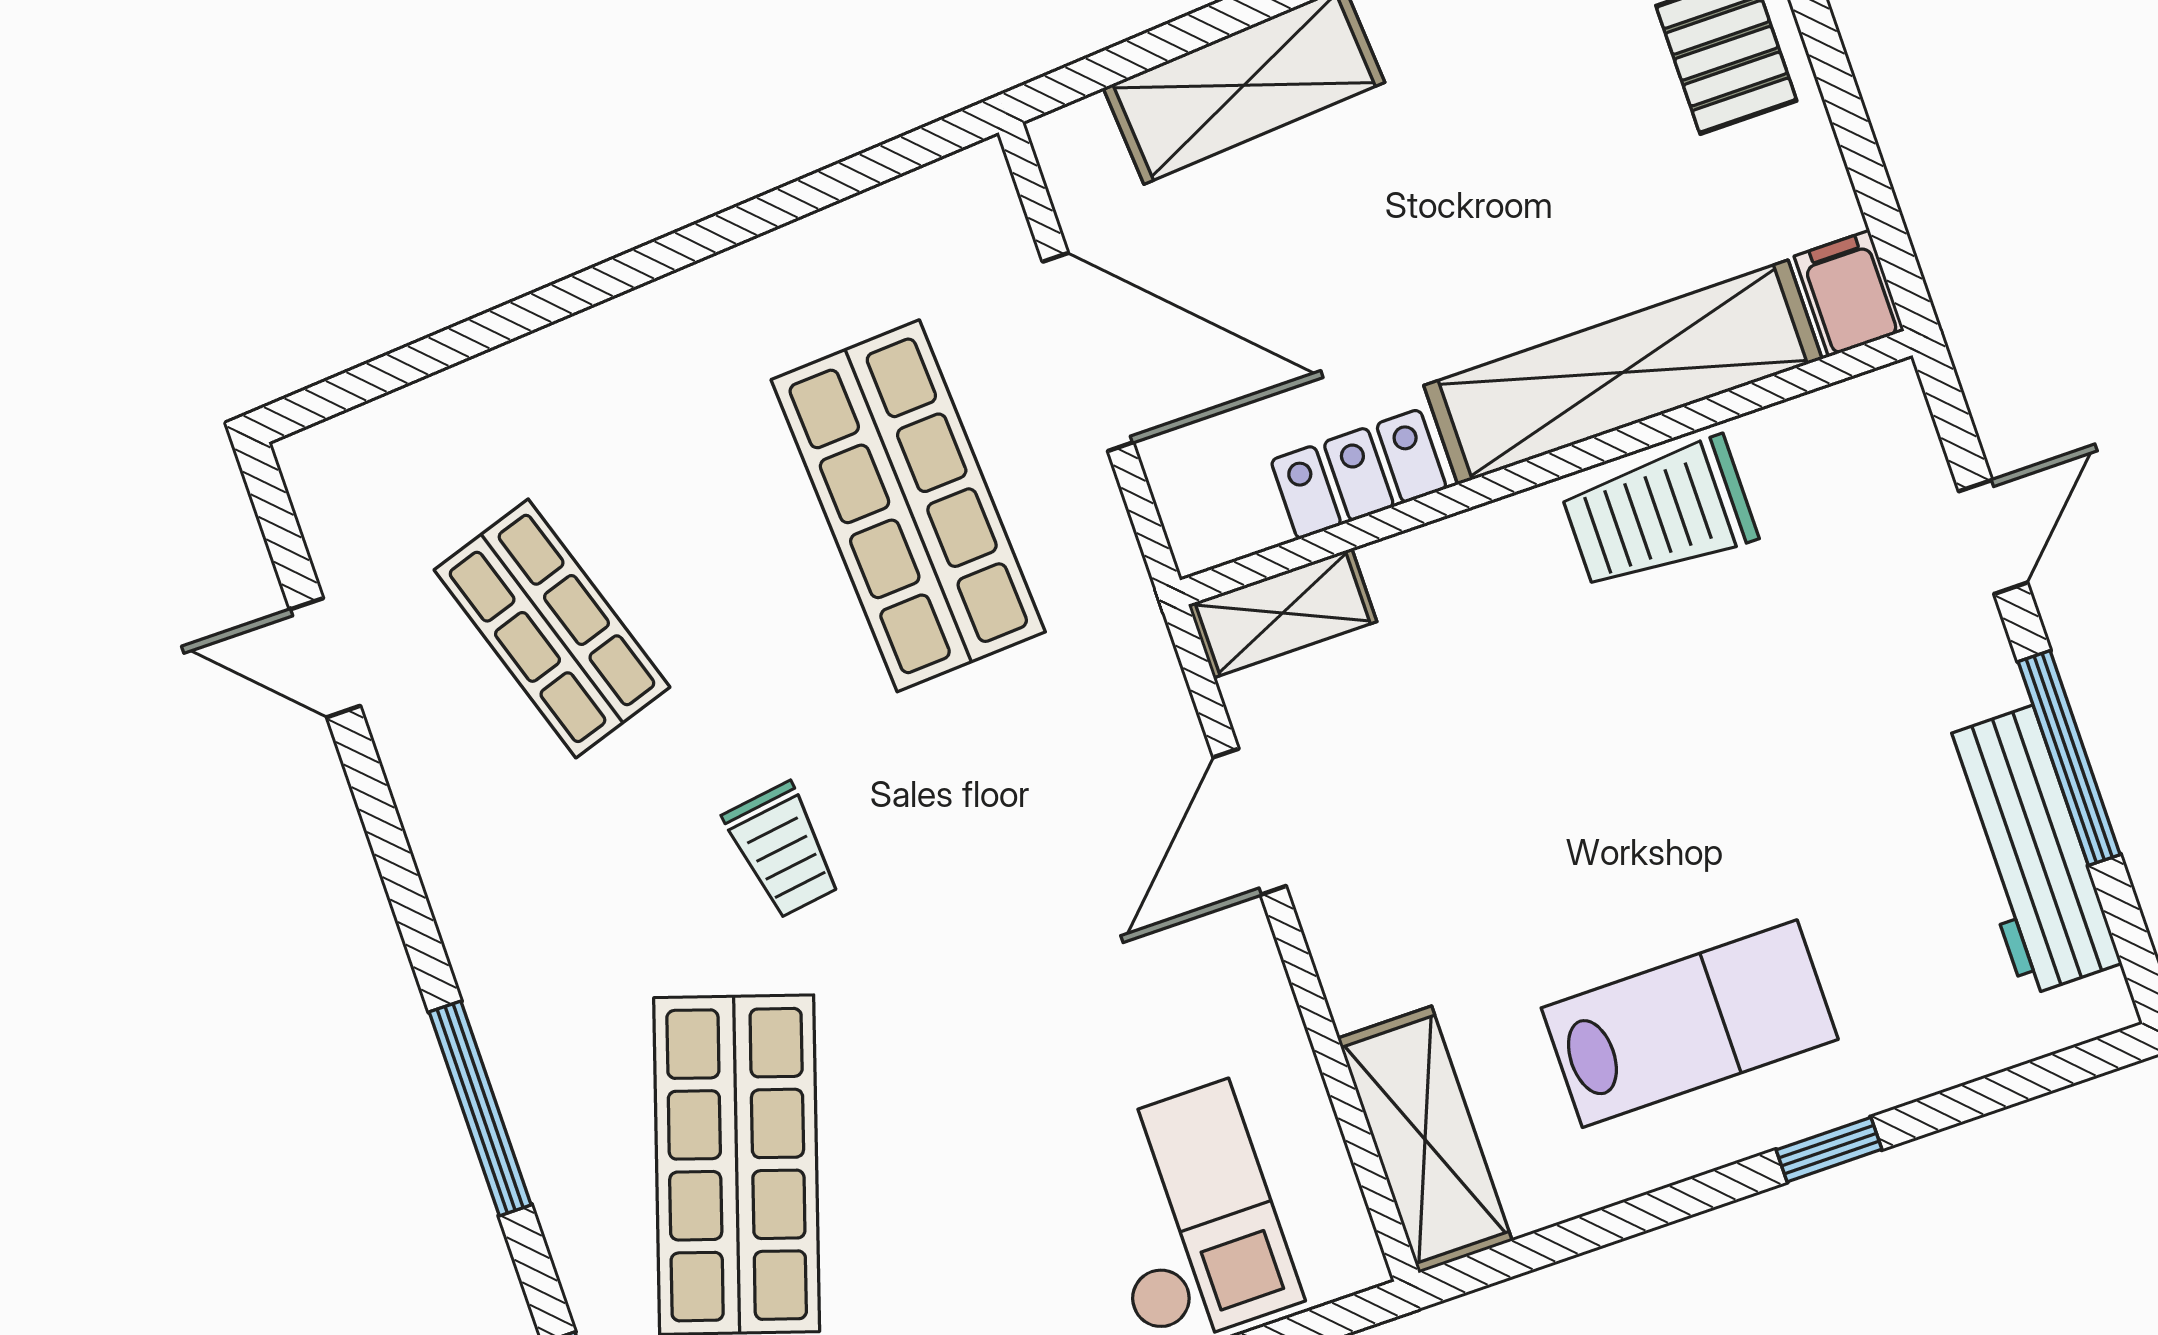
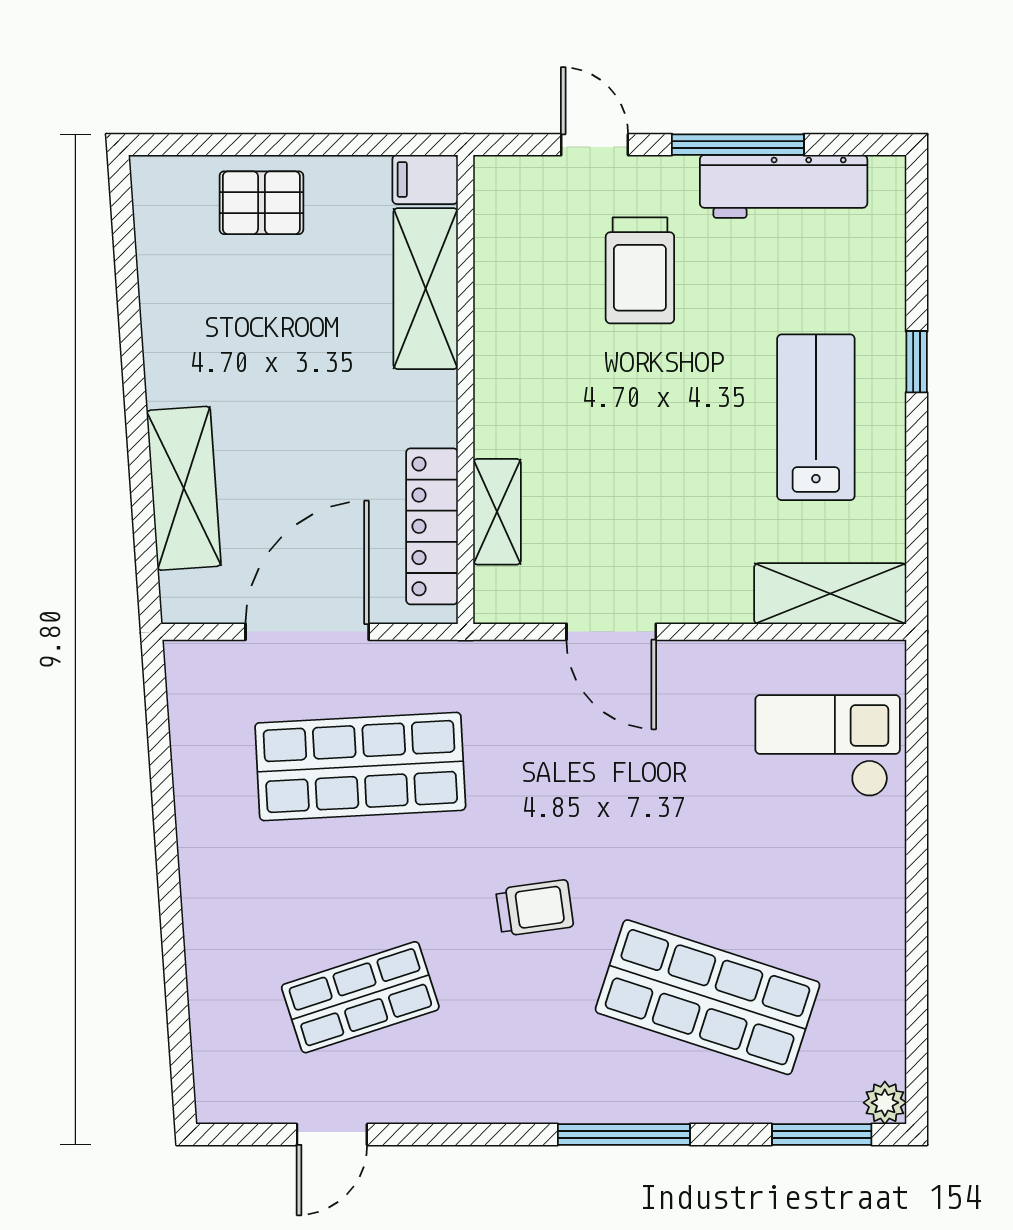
shelving: (1623, 372) -> (426, 289), width x0.68
locker: (1359, 474) -> (432, 526), width x1.53
trolley: (1659, 514) -> (640, 270), moved
shelving: (1283, 613) -> (497, 512), moved

